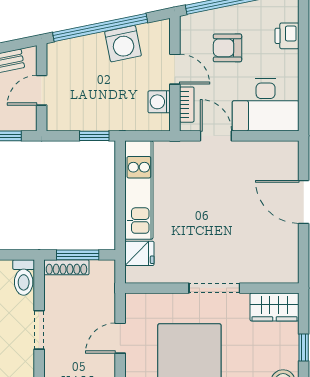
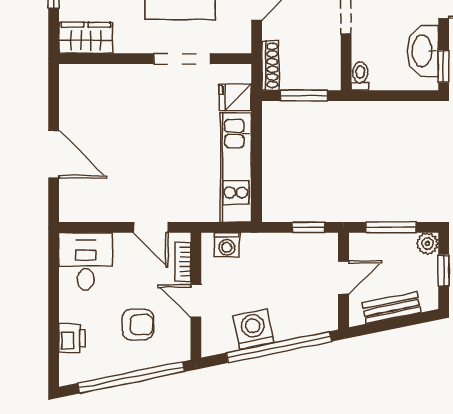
washing machine: (159, 102) -> (227, 245), moved, turned 90
desk: (266, 105) -> (86, 261), width x0.73
window: (94, 136) -> (308, 227), moved
shoe rack: (66, 267) -> (270, 65), moved, turned 90
toilet: (24, 277) -> (360, 76), width x0.73, depth x0.72
doorway: (214, 288) -> (182, 59), moved

